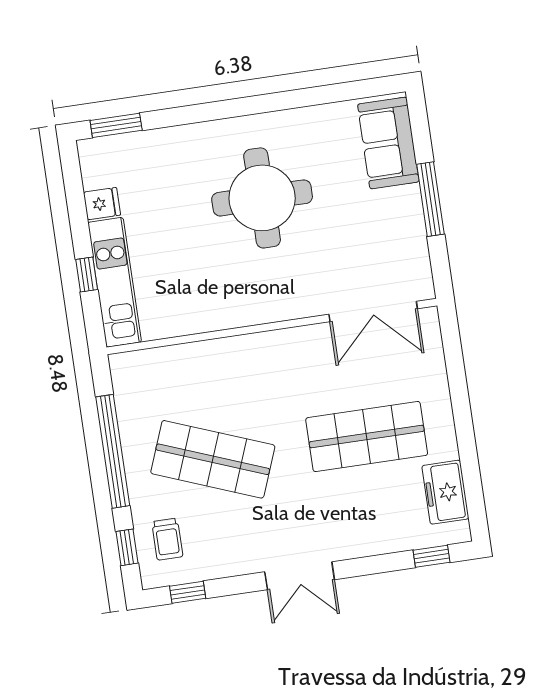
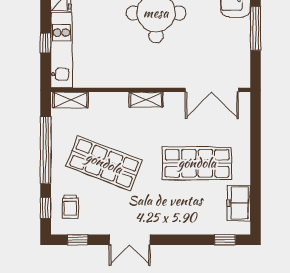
shelving: (266, 344) -> (146, 100), added
shelving: (142, 363) -> (70, 100), added
double door: (300, 576) -> (130, 240), moved

